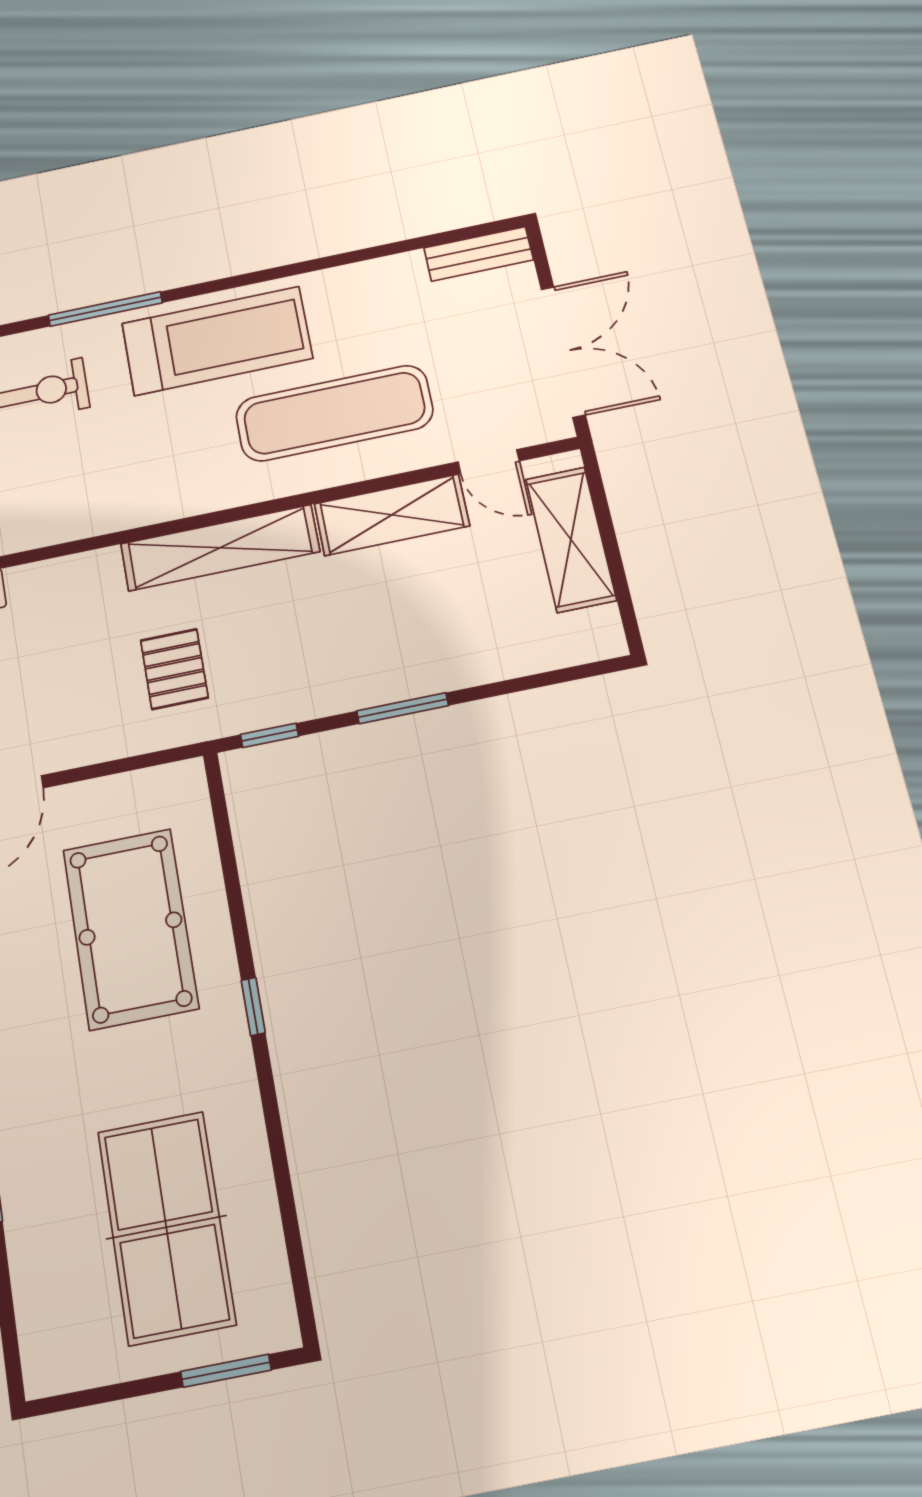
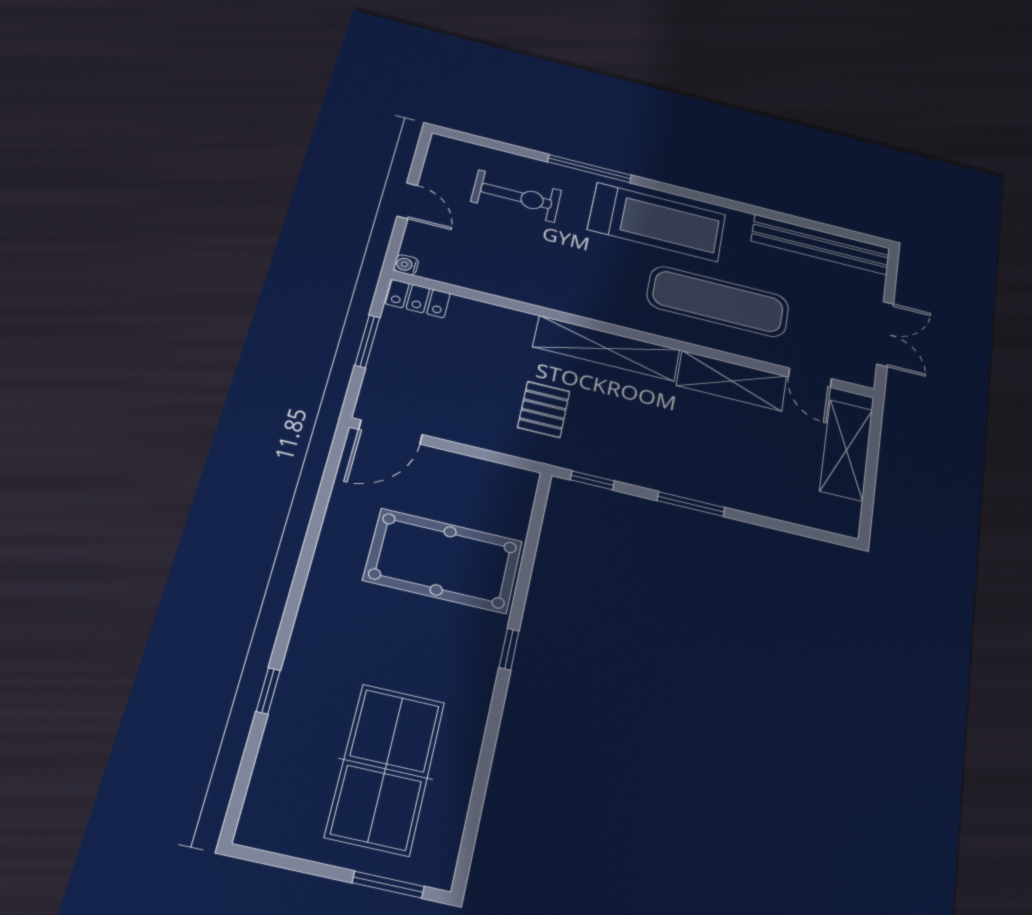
bench: (479, 254) -> (821, 245), width x1.86, depth x1.21
double door: (563, 352) -> (885, 334), width x0.73
pool table: (130, 929) -> (443, 561), turned 90

